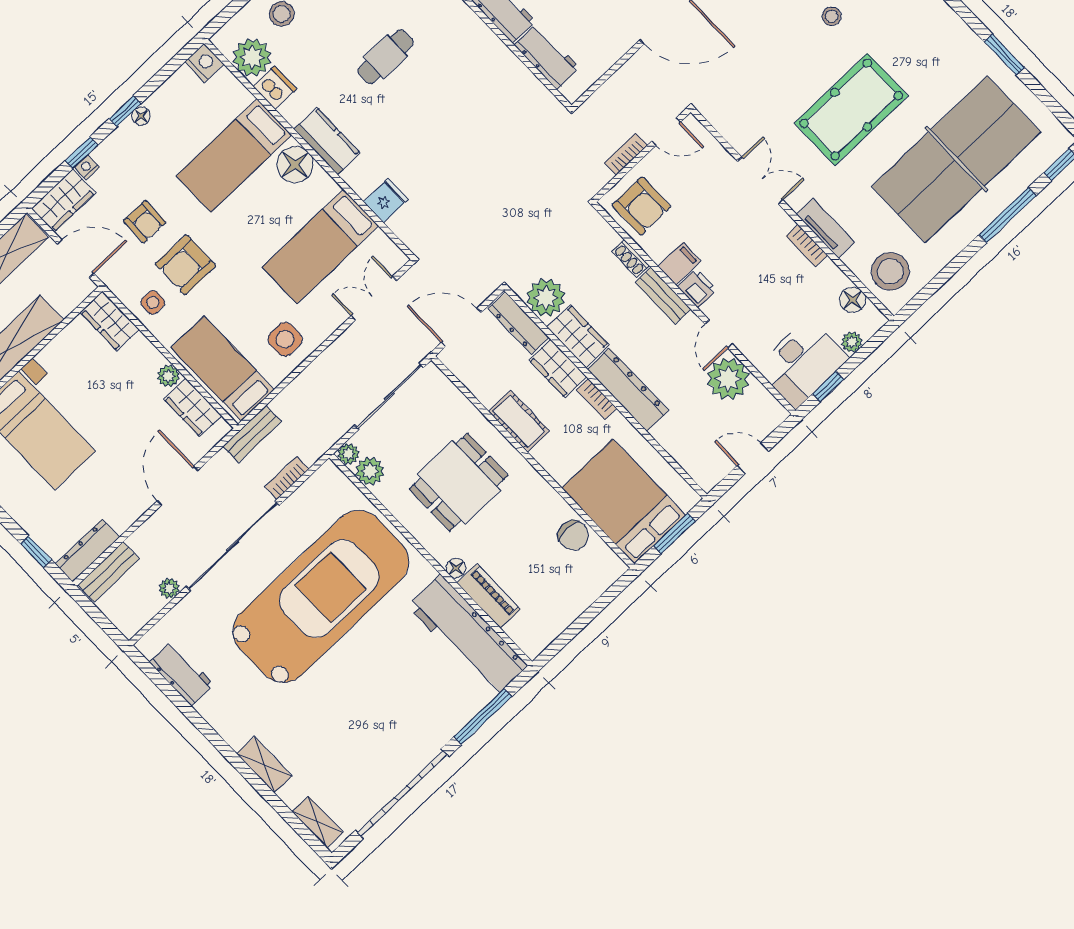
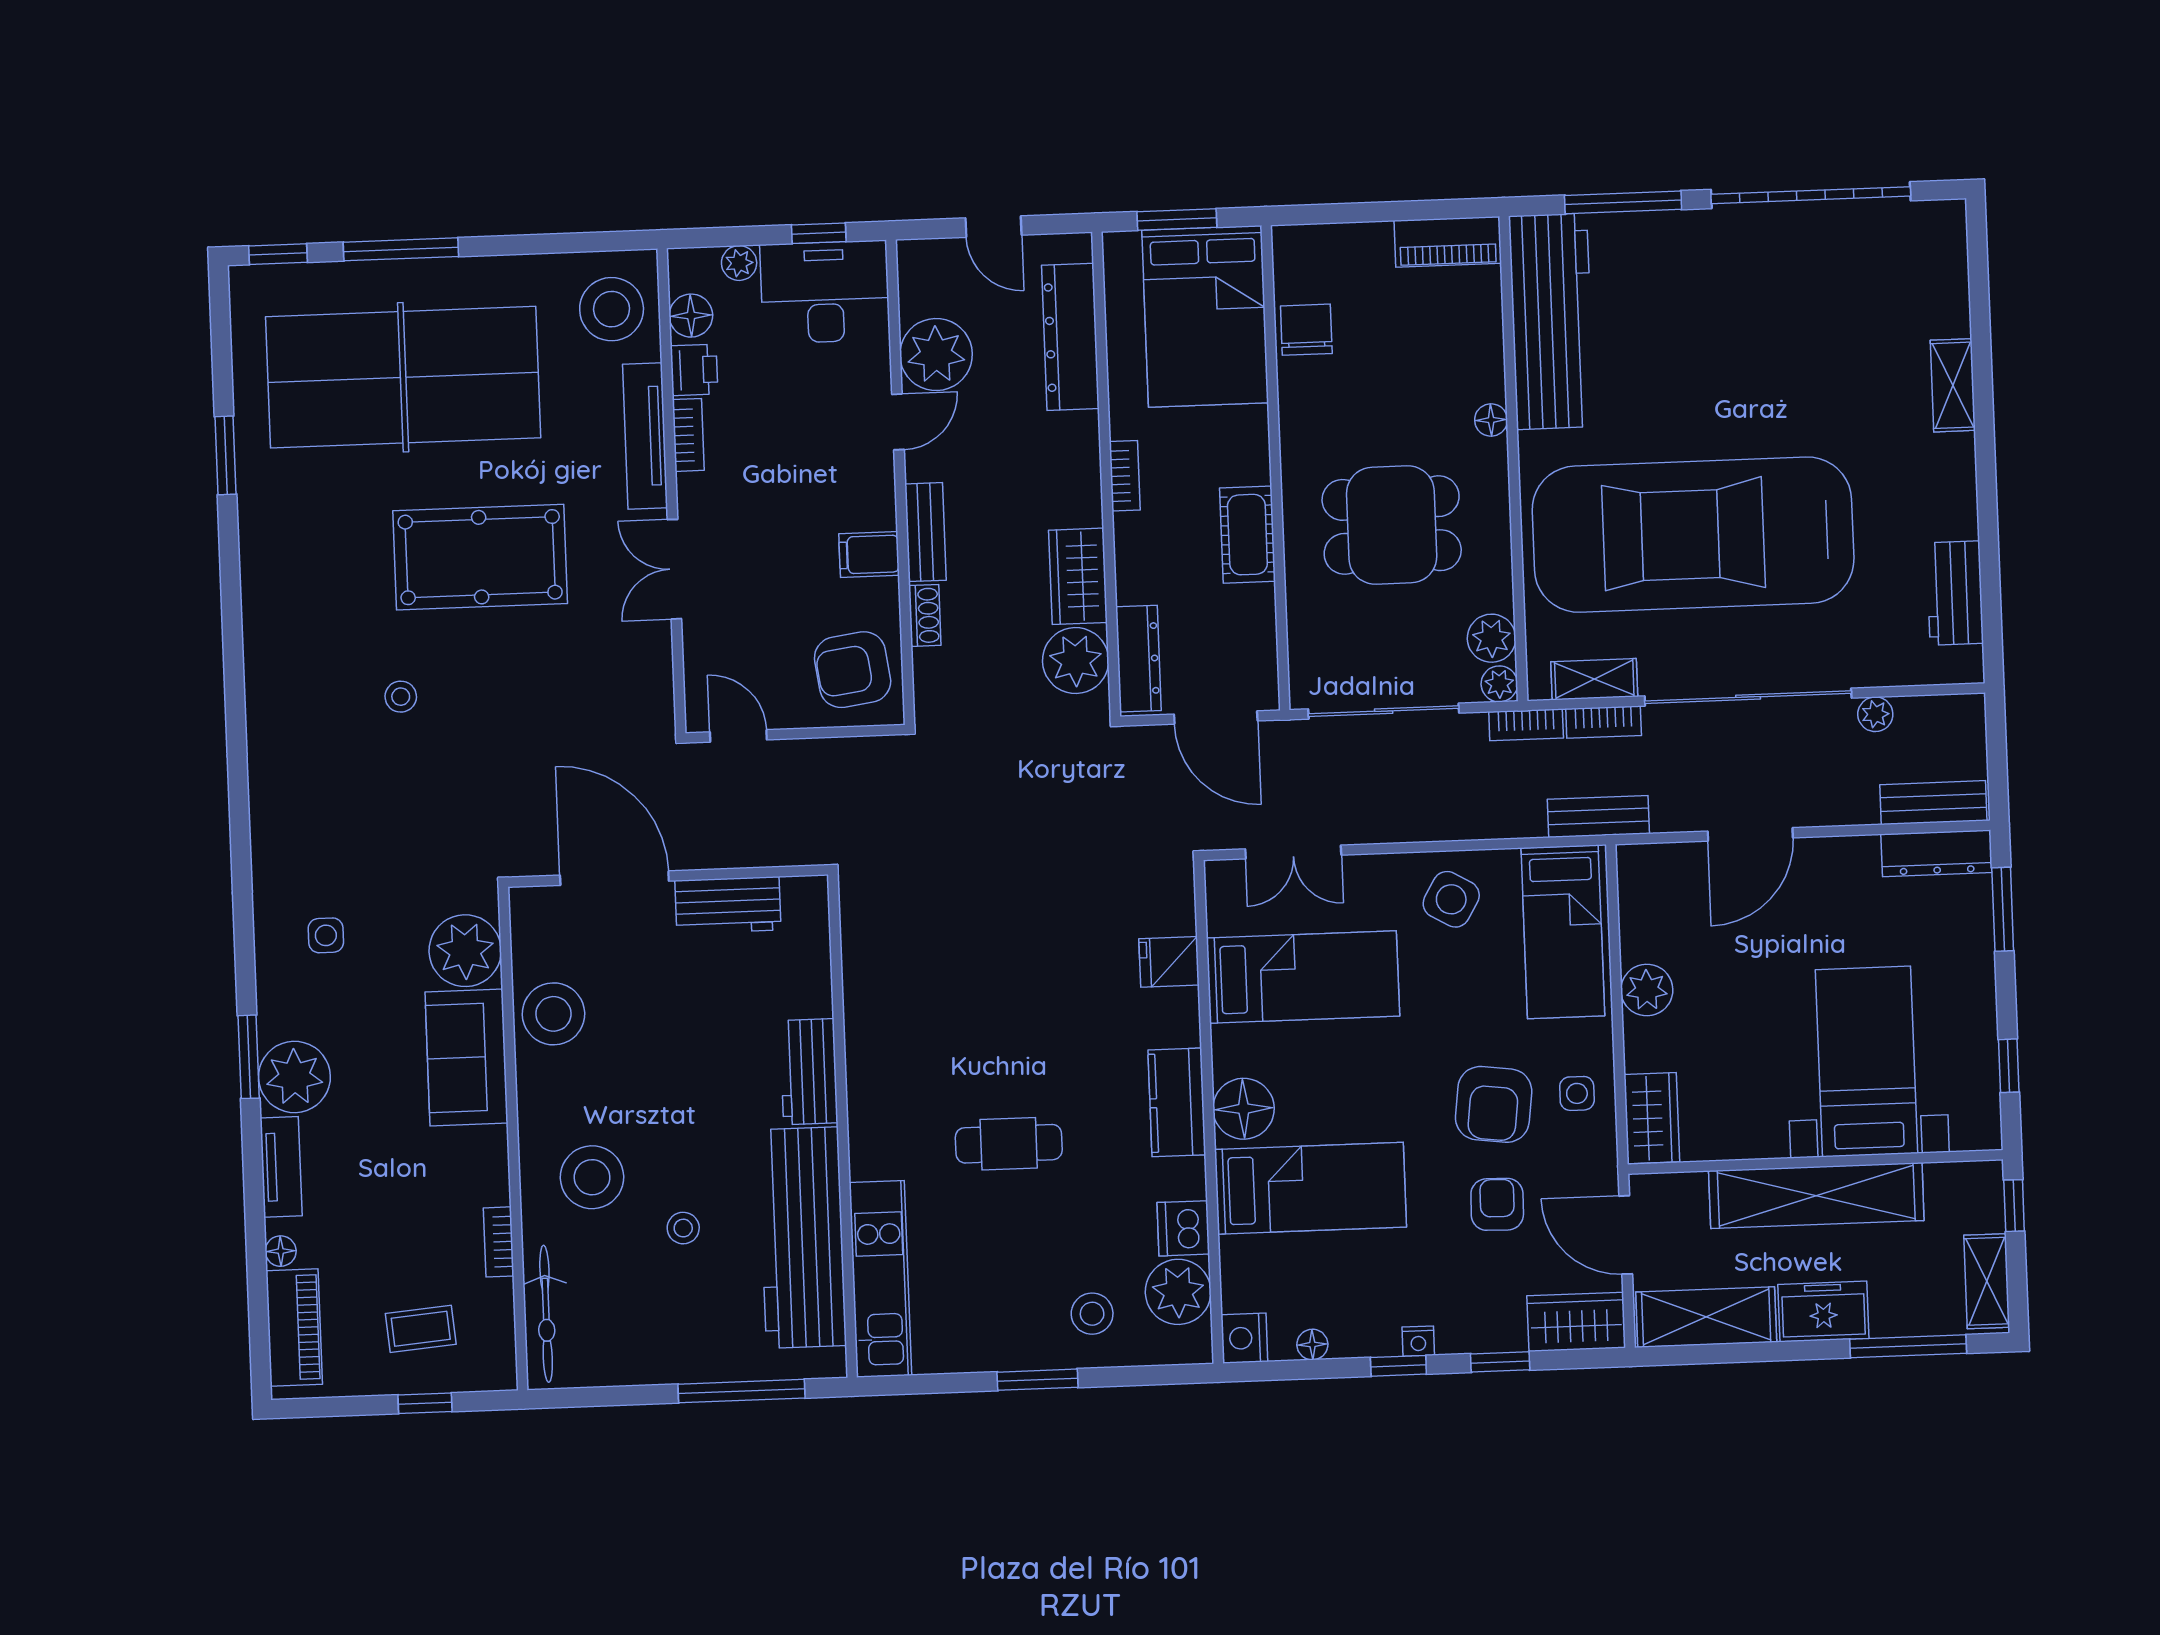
workbench: (547, 56) -> (728, 905), moved, turned -90
floor lamp: (141, 116) -> (1312, 1345), moved
bookcase: (626, 154) -> (1526, 725), moved
nightstand: (87, 167) -> (1418, 1341), moved
armchair: (641, 206) -> (853, 670), turned -98
tv unit: (826, 228) -> (645, 436), width x1.41
armchair: (186, 265) -> (1494, 1104), turned 97
printer: (697, 288) -> (694, 370), moved, turned 180
side table: (285, 339) -> (1451, 899), turned 30
wardrobe: (558, 368) -> (1140, 558), removed
plant: (168, 376) -> (1647, 990), width x1.38, depth x1.38
dresser: (628, 390) -> (1070, 337), moved
wardrobe: (193, 407) -> (1644, 916), removed
window: (36, 552) -> (2003, 909), width x1.50
piano: (489, 596) -> (1448, 242), moved, turned -90
shelving: (318, 822) -> (1594, 679), moved, turned 90

